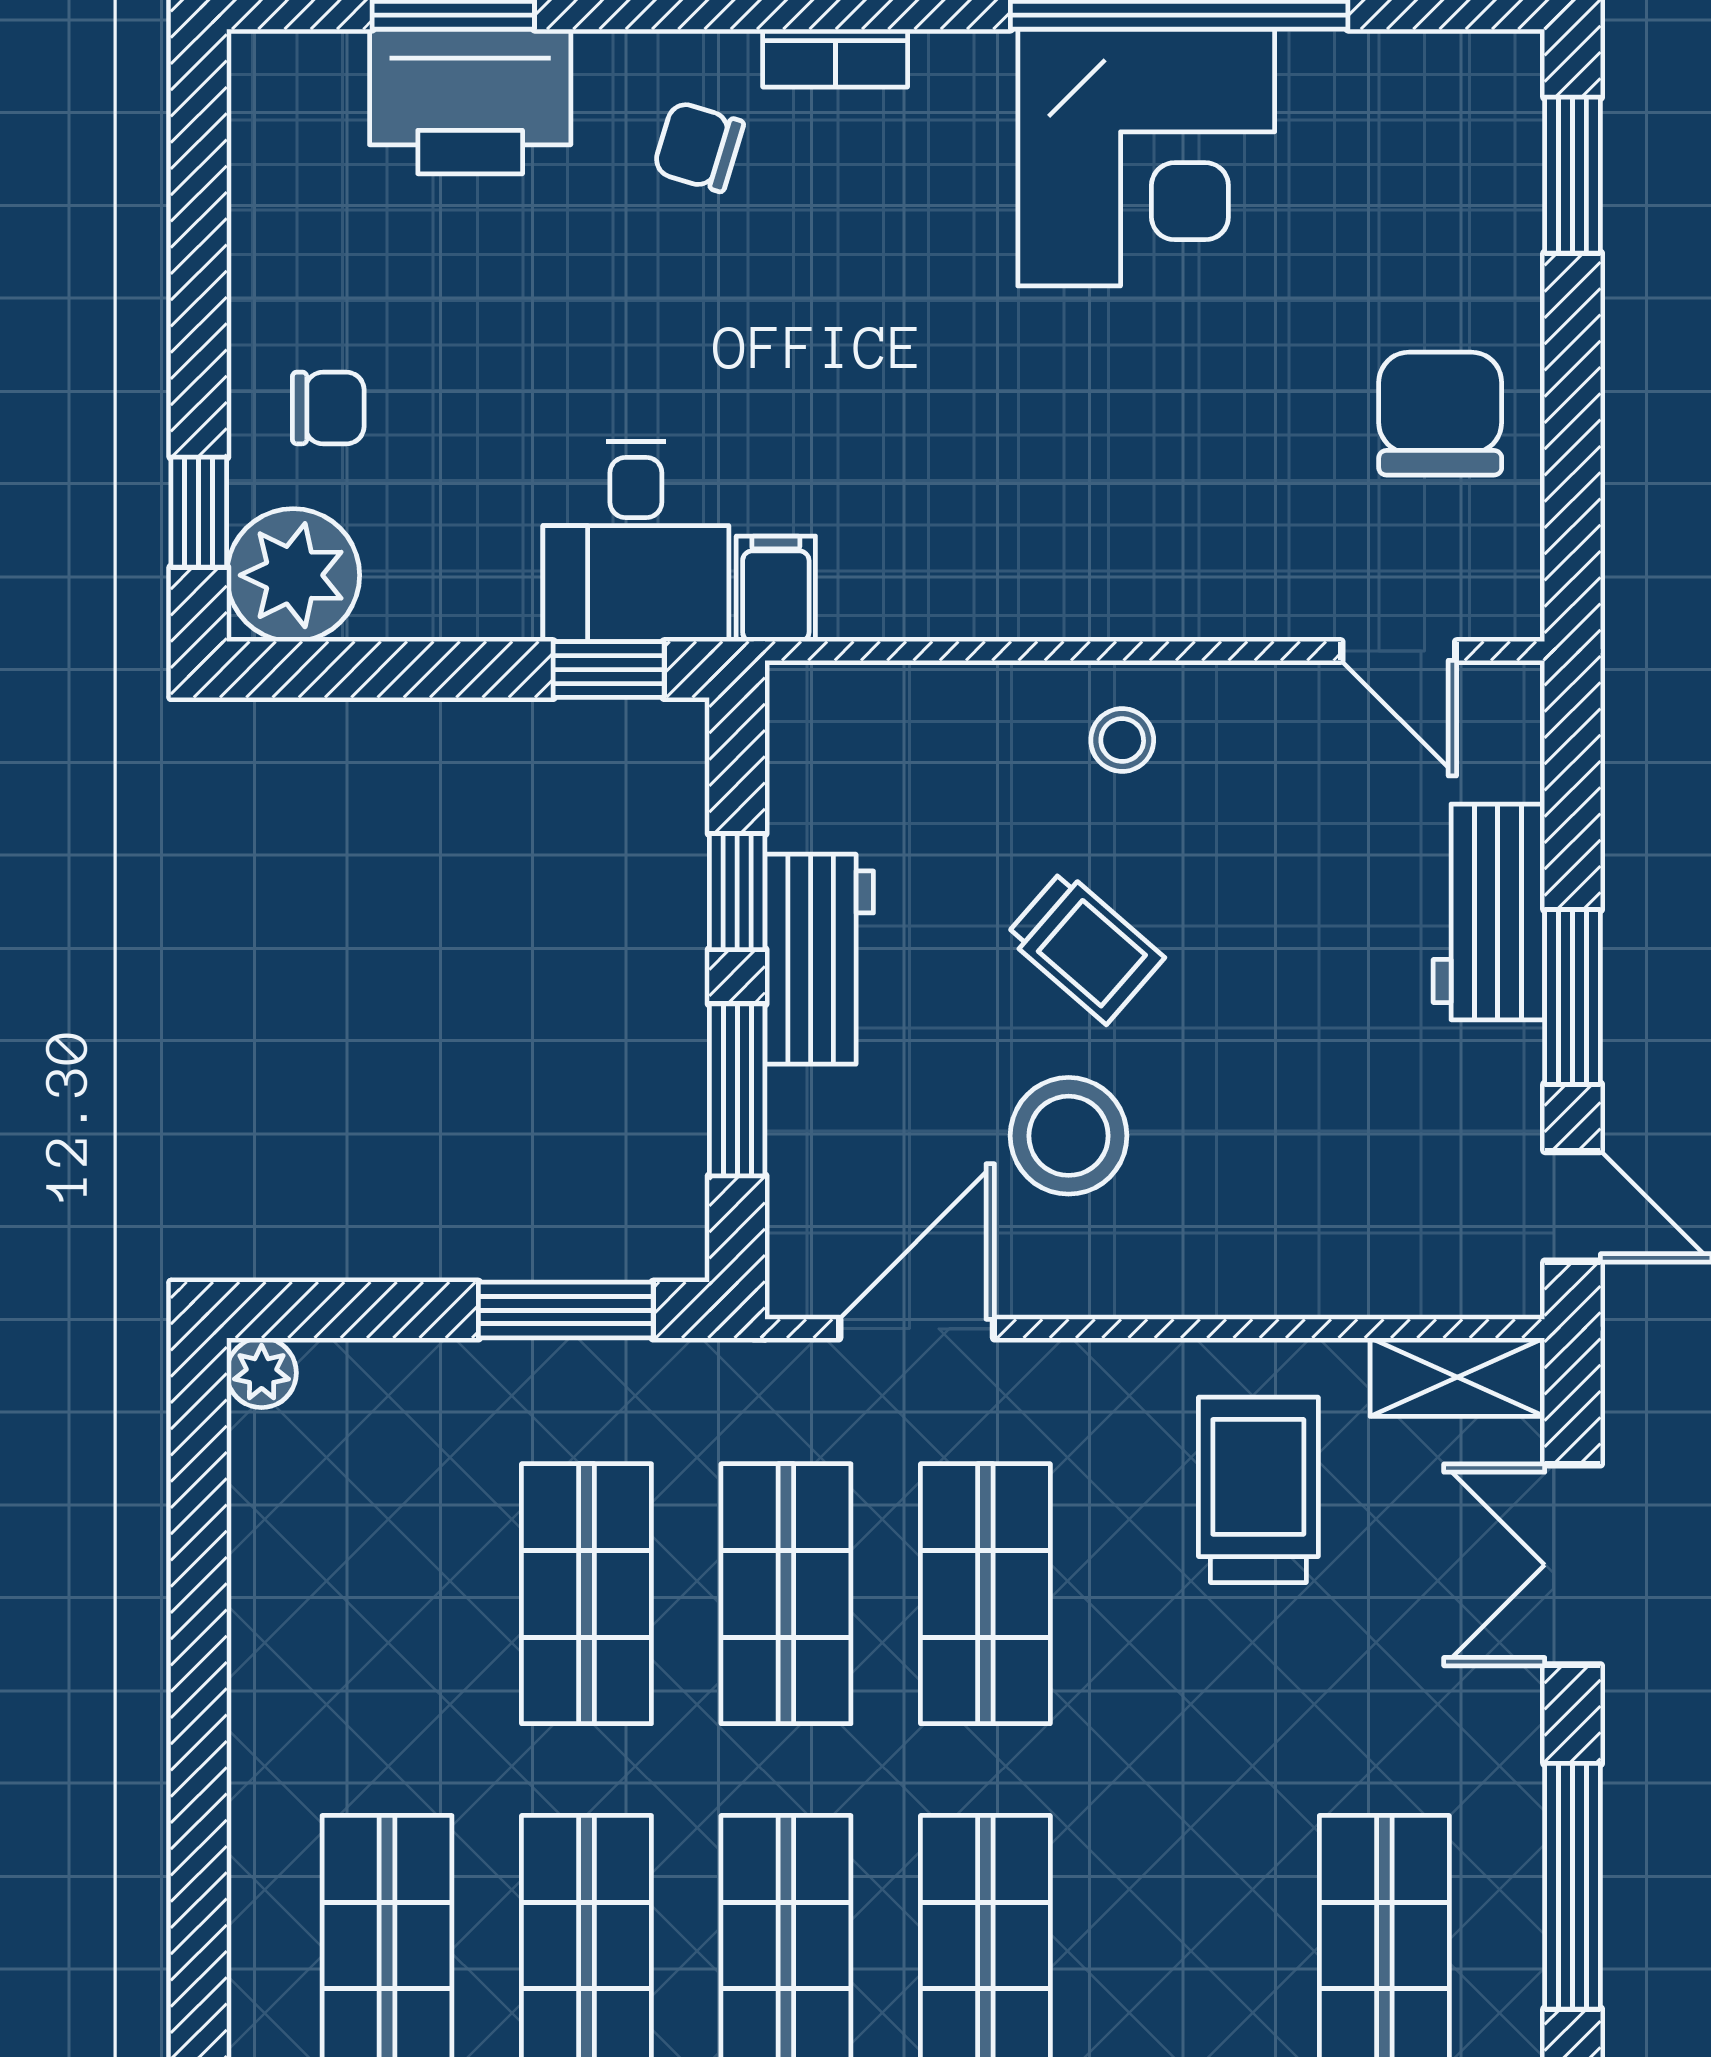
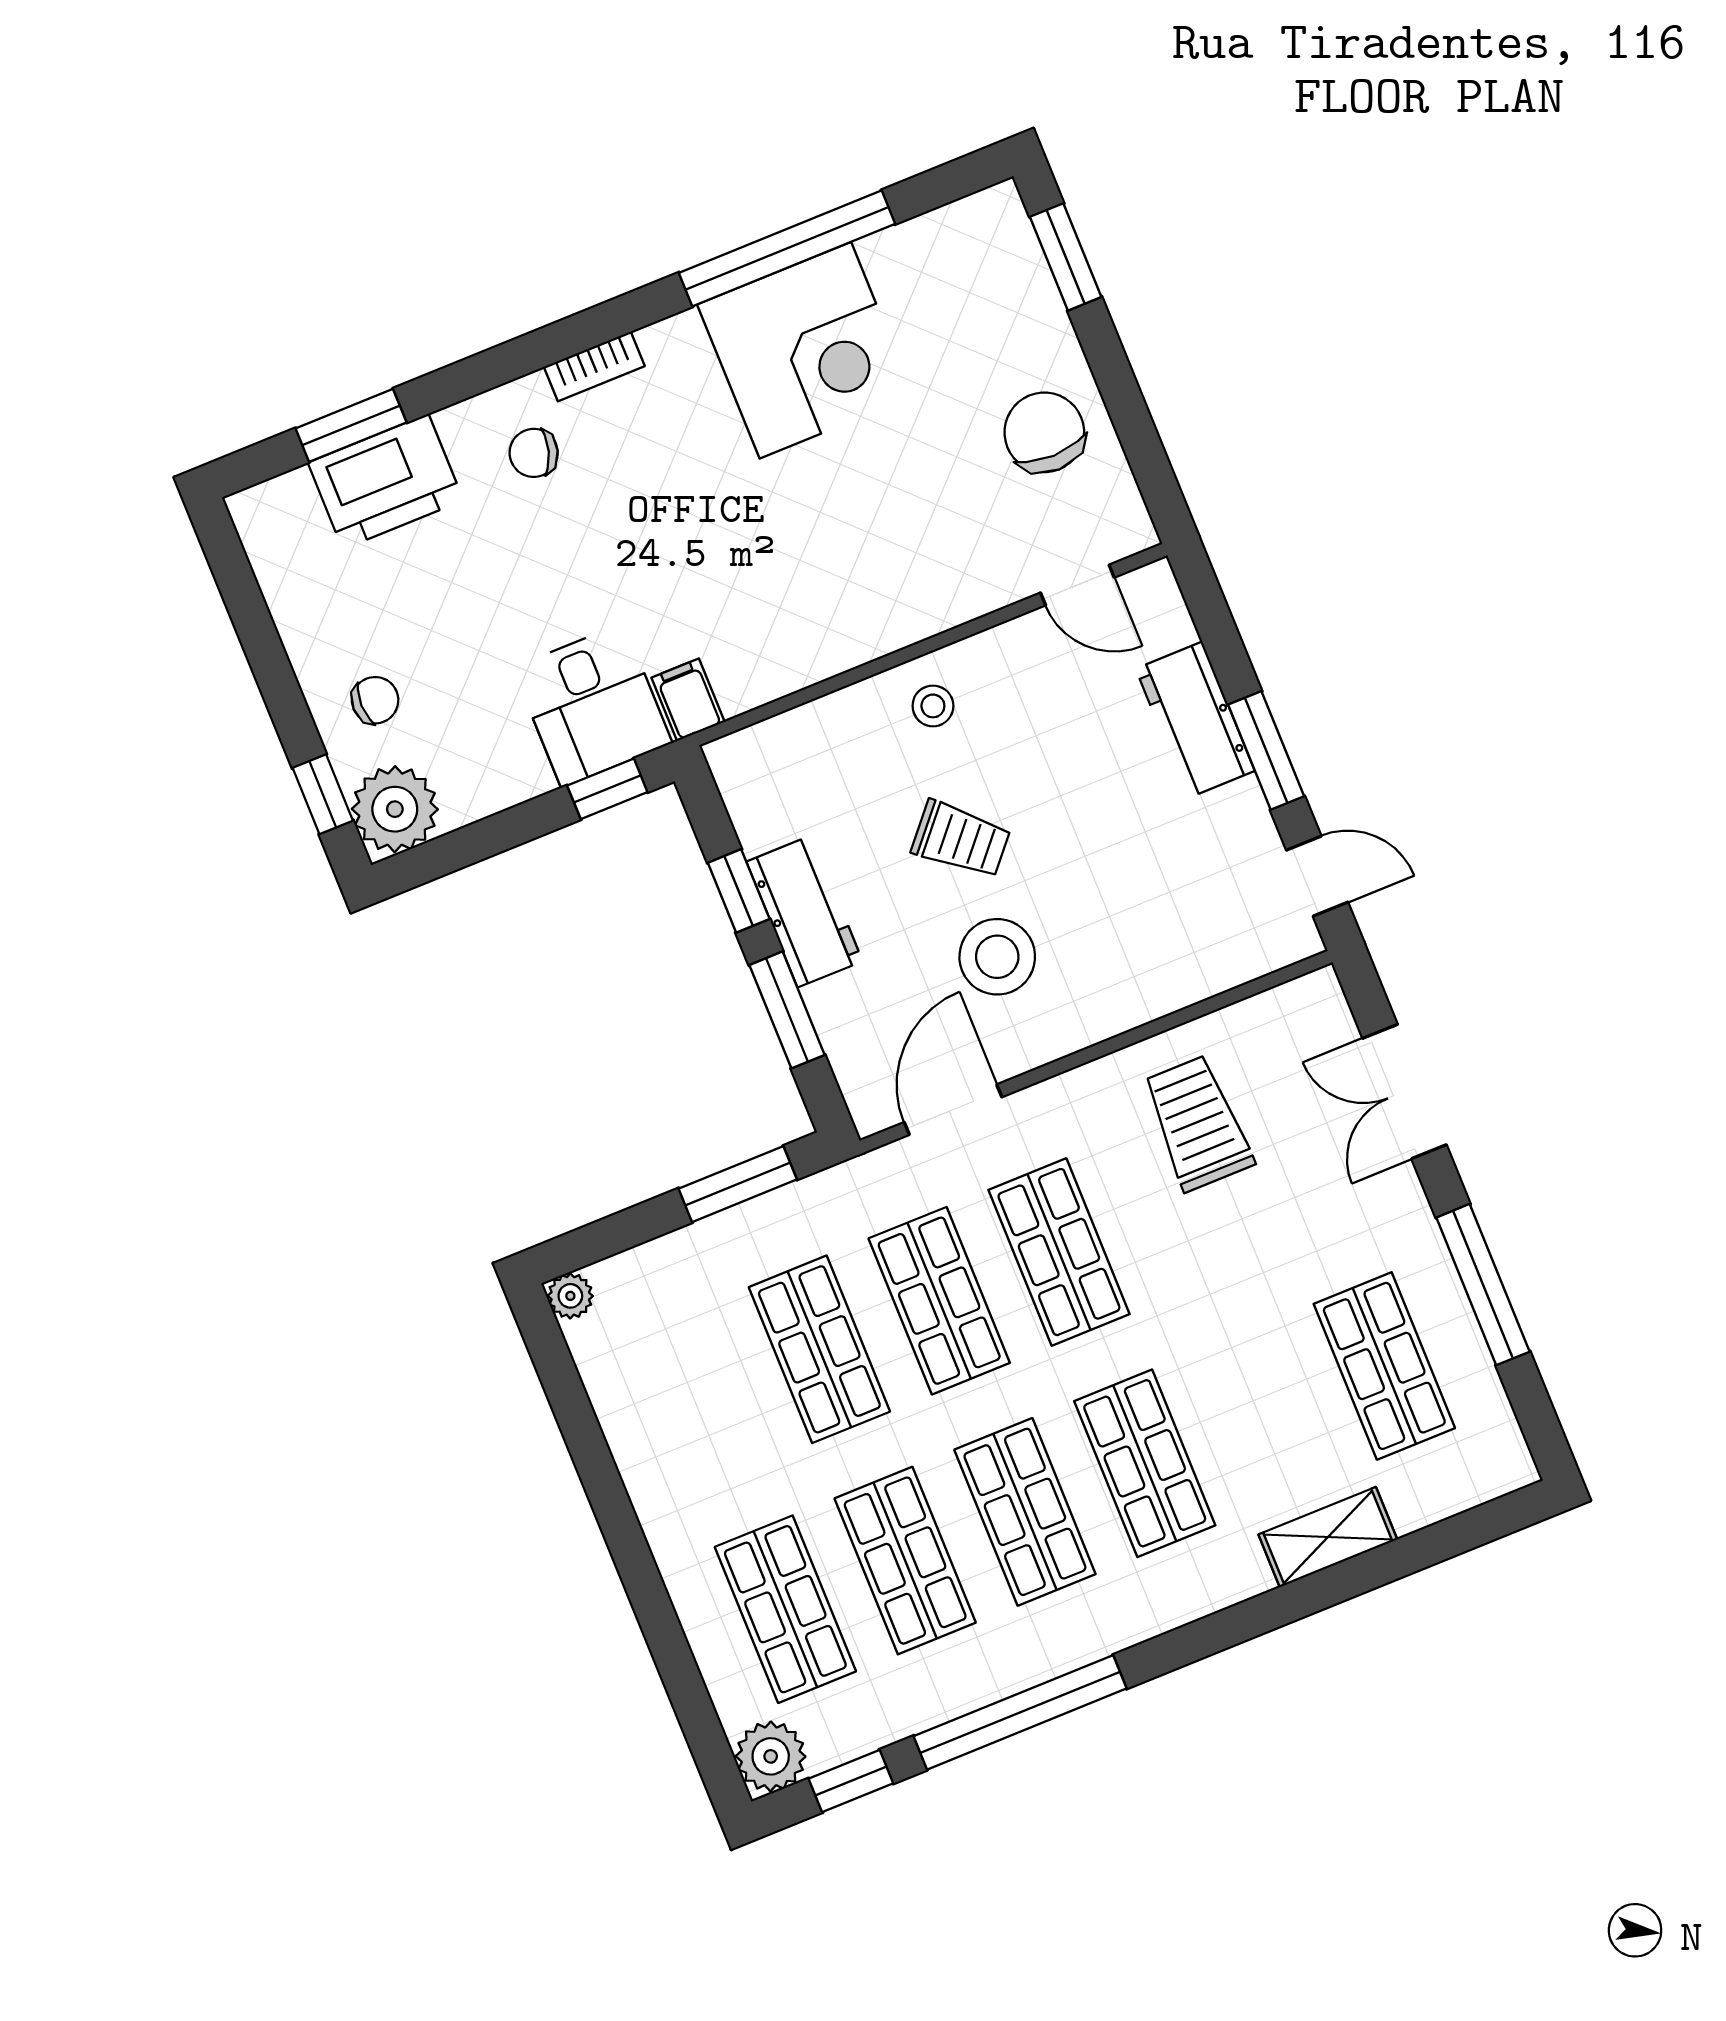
shelving: (1457, 1377) -> (1290, 1007), removed

